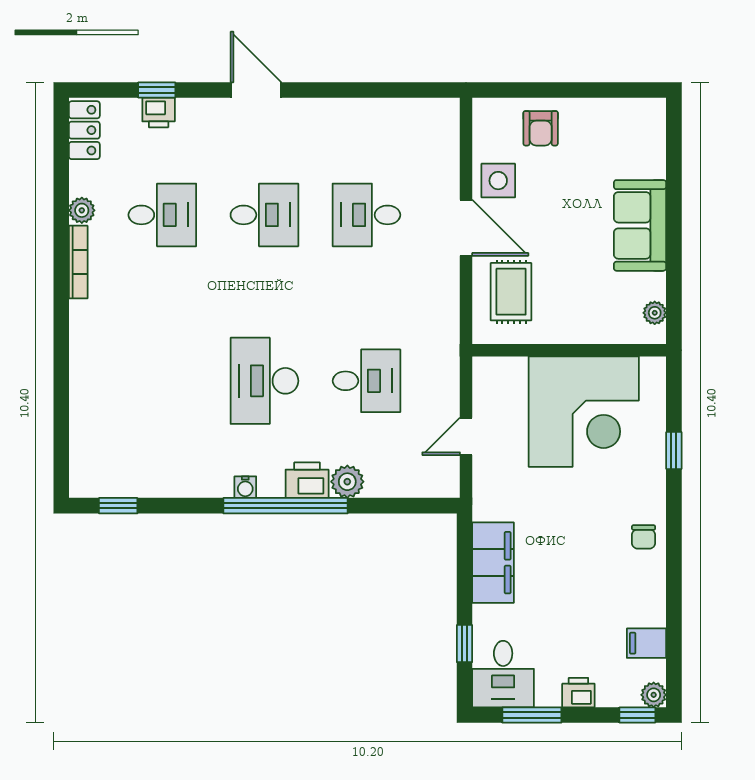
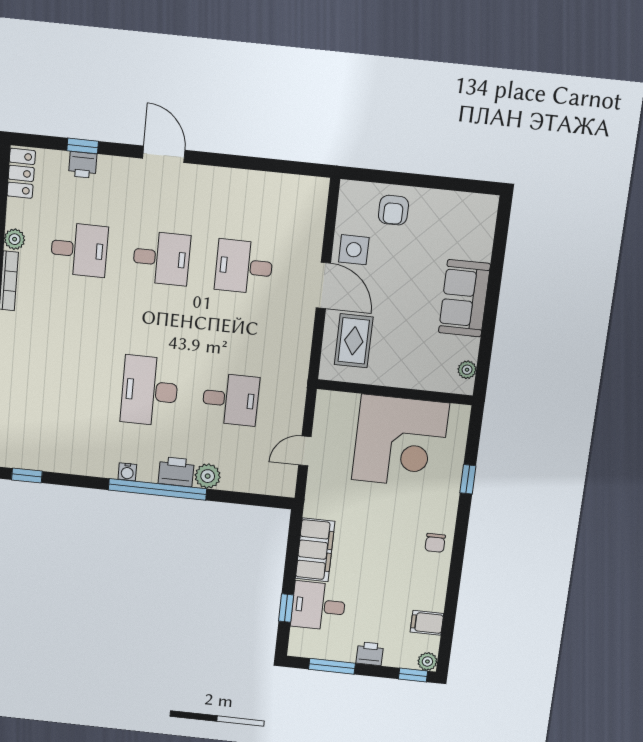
desk: (503, 674) -> (318, 606), moved, turned 90

